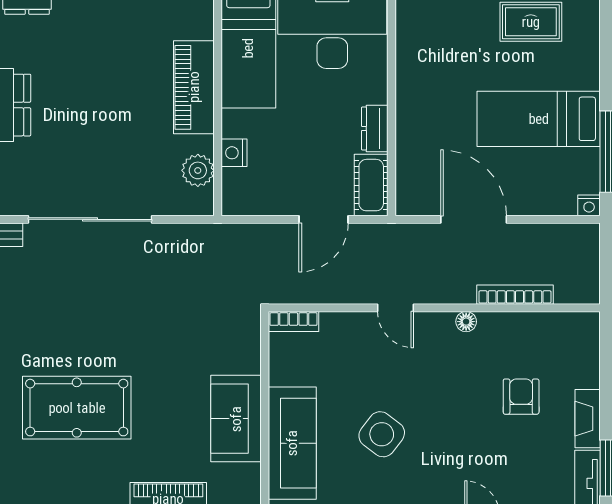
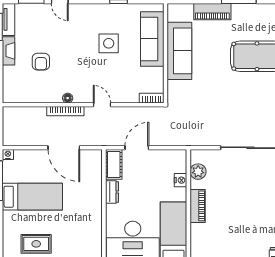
piano: (194, 87) -> (198, 206), width x0.73, depth x0.75
bookcase: (515, 295) -> (65, 111), moved
sofa: (236, 419) -> (179, 51), width x1.36
side table: (382, 434) -> (109, 43), turned -37

